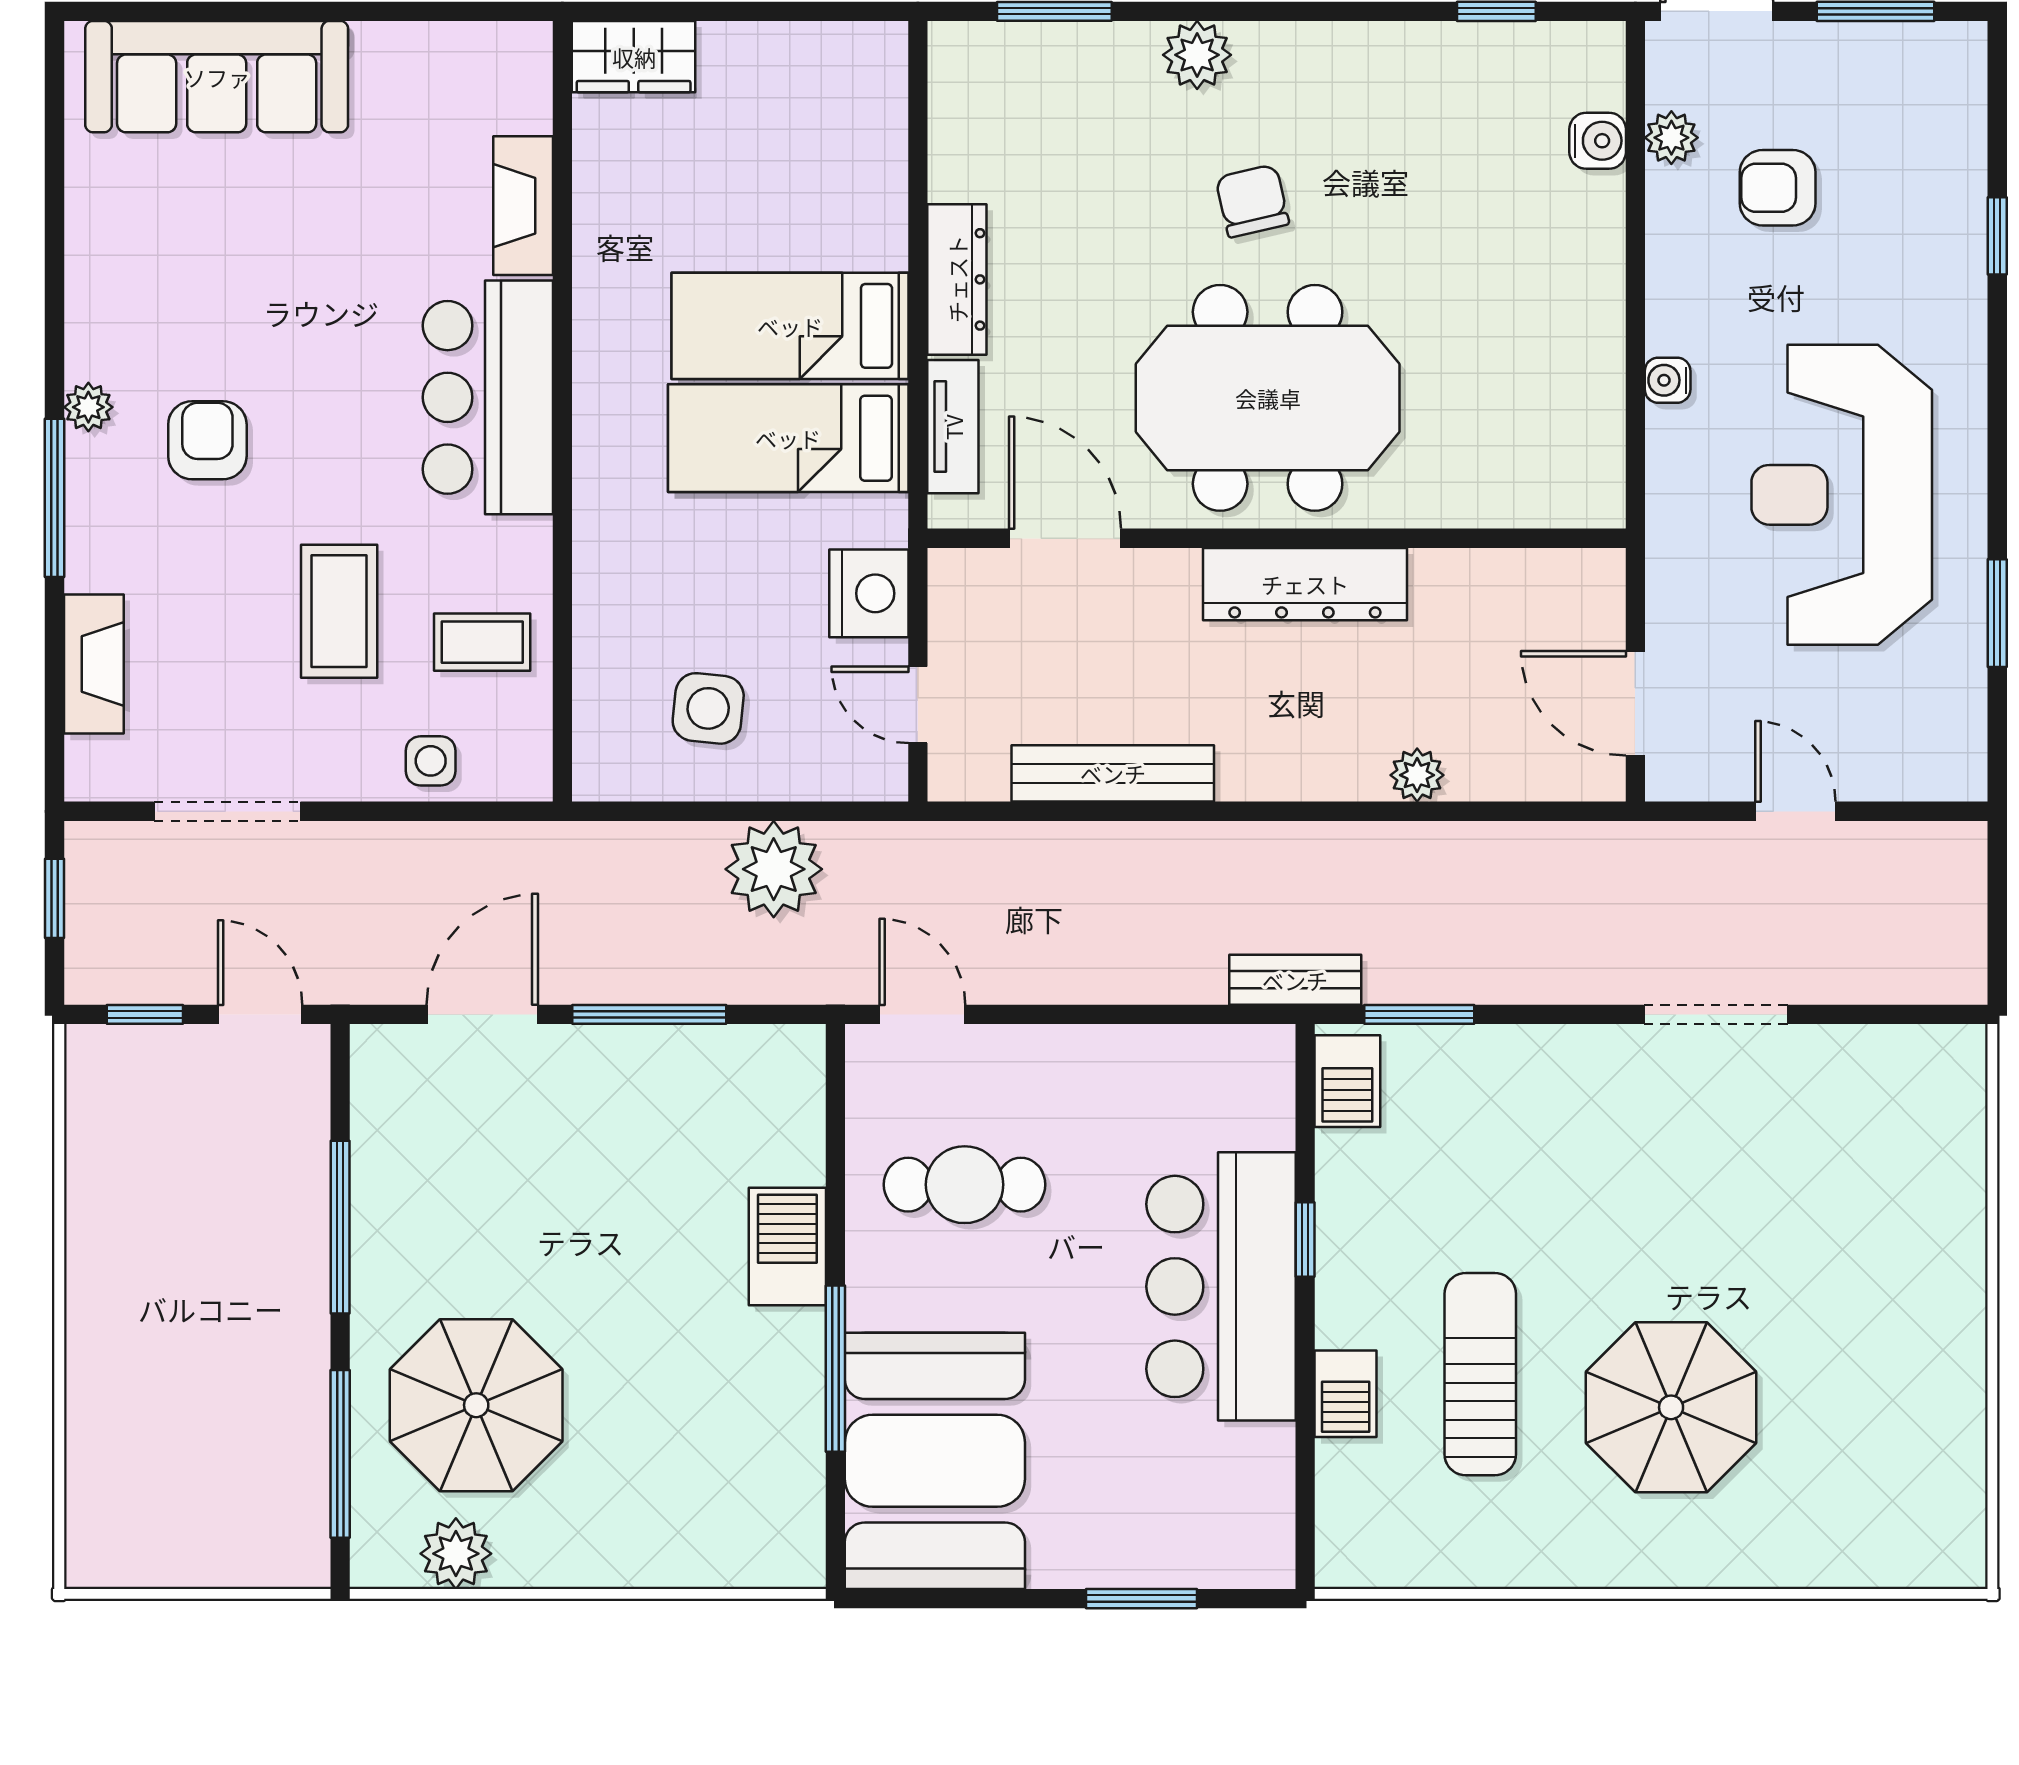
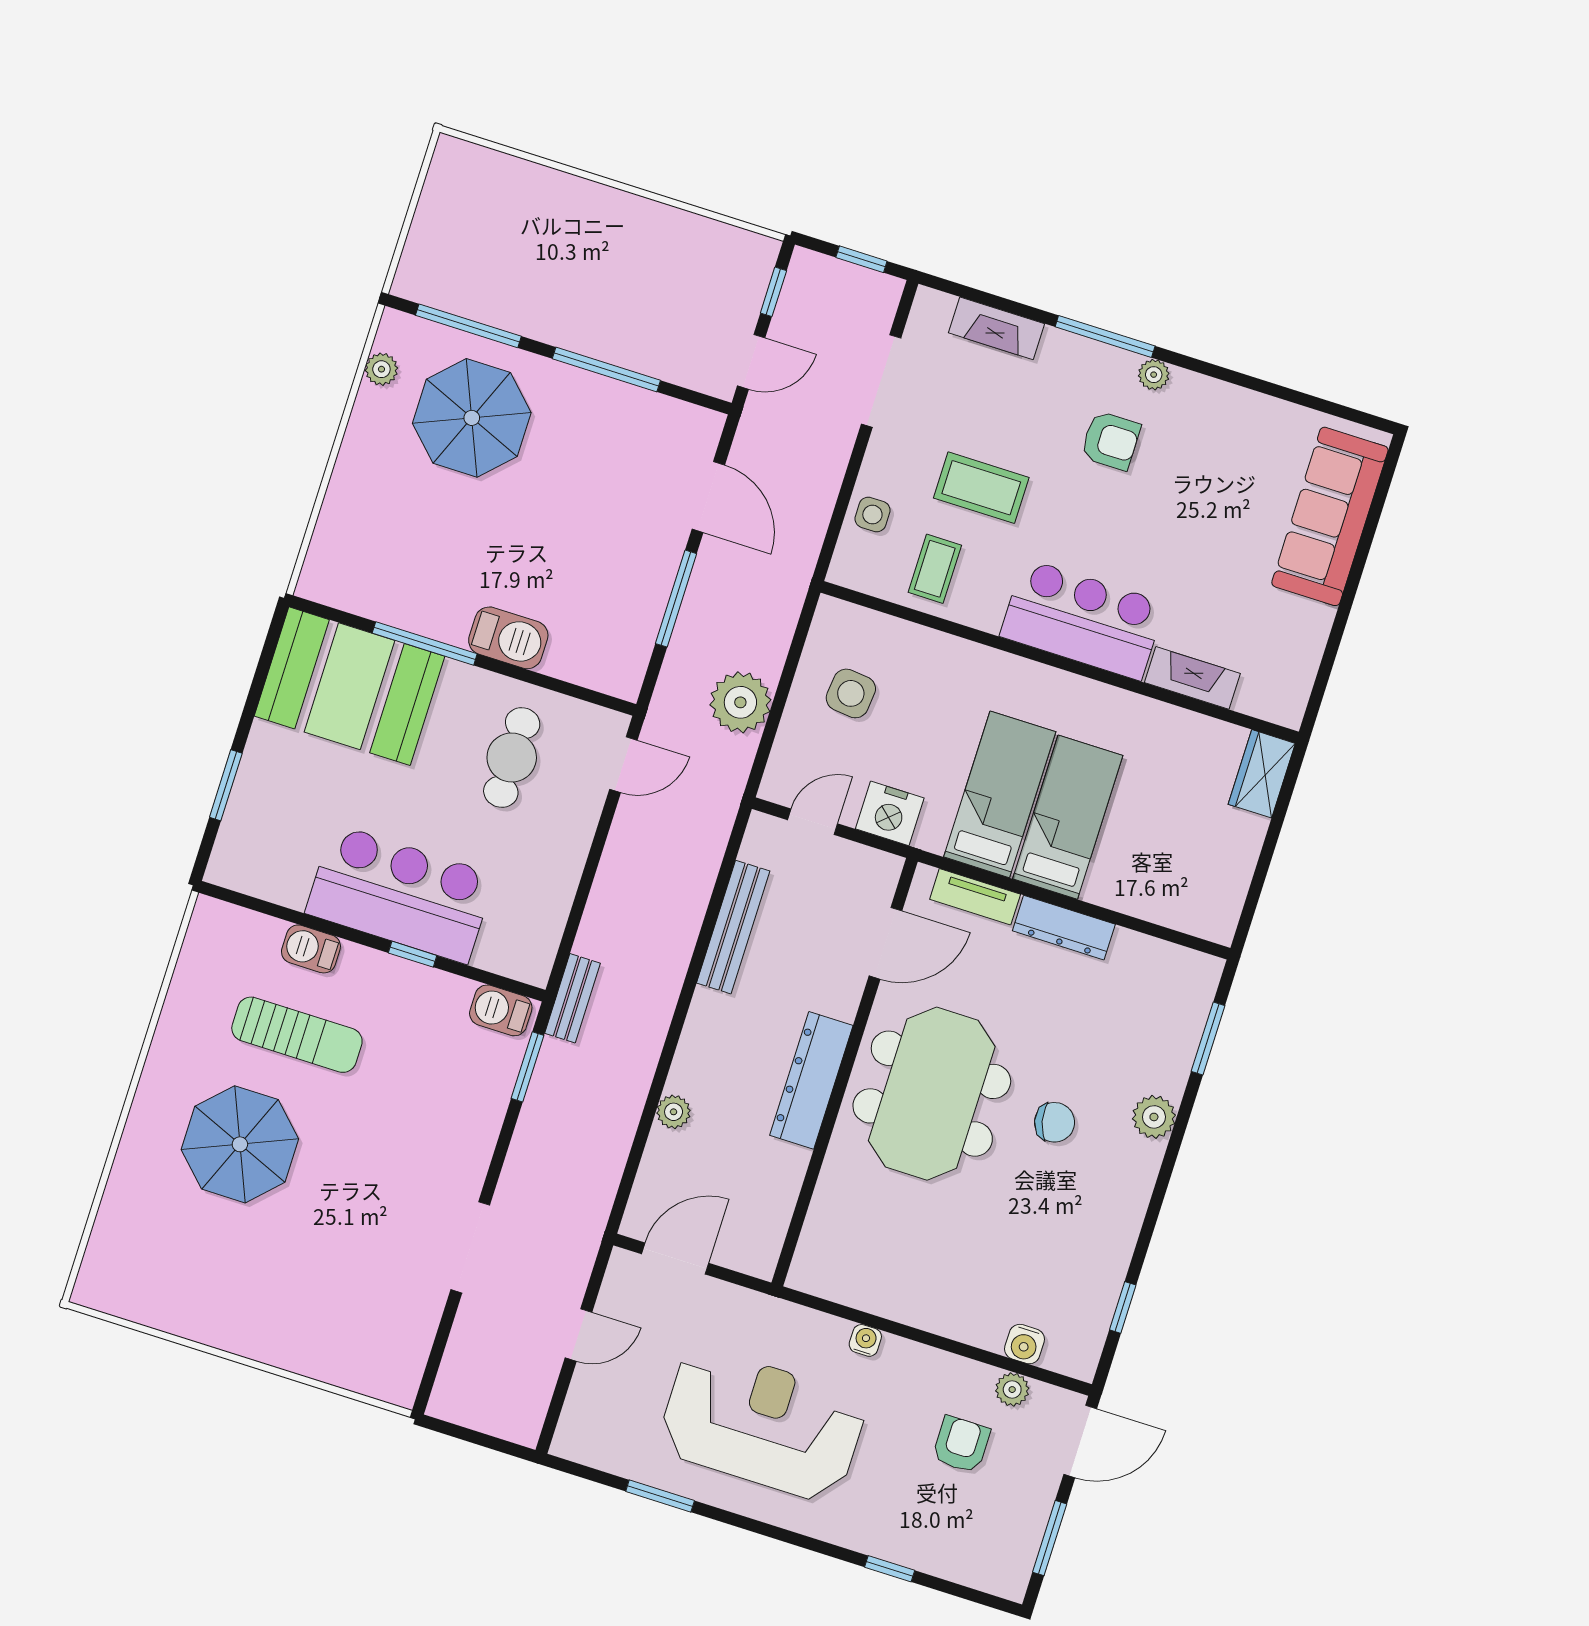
plant: (456, 1554) -> (381, 369), width x0.73, depth x0.73

